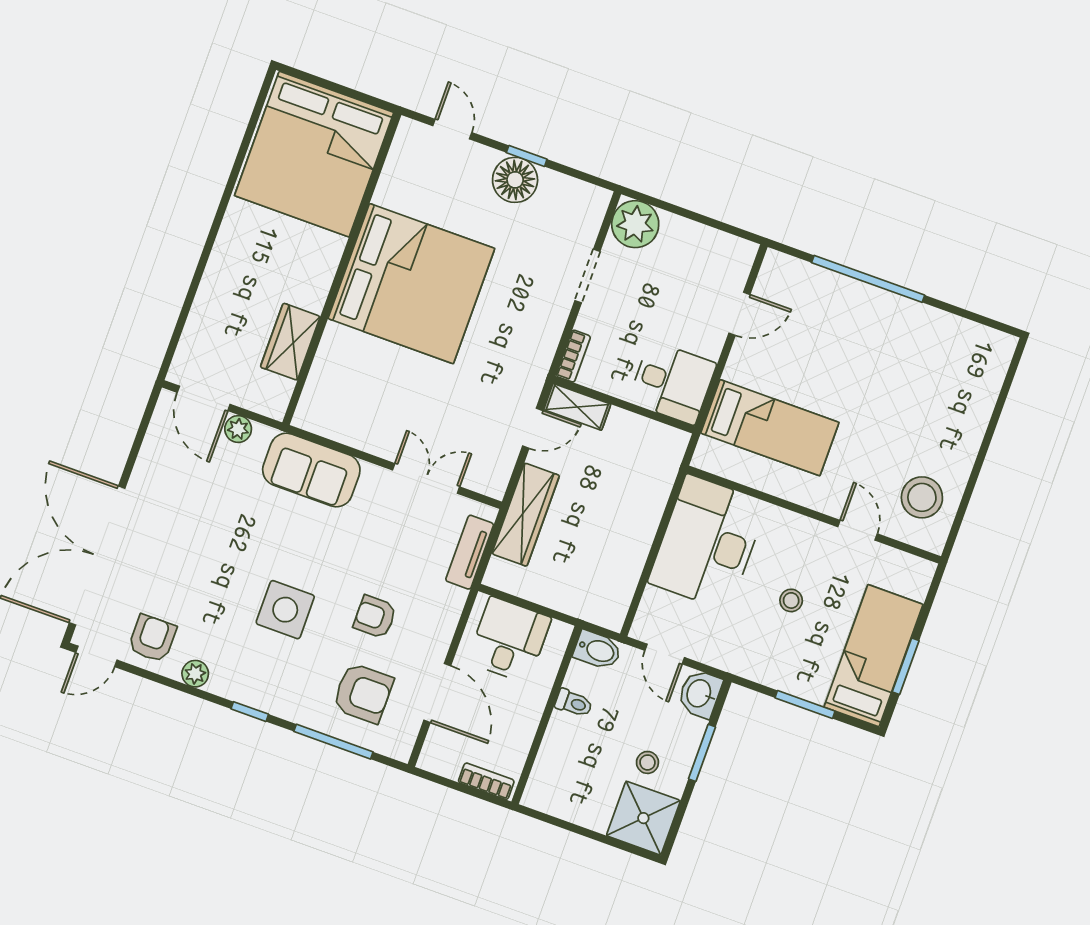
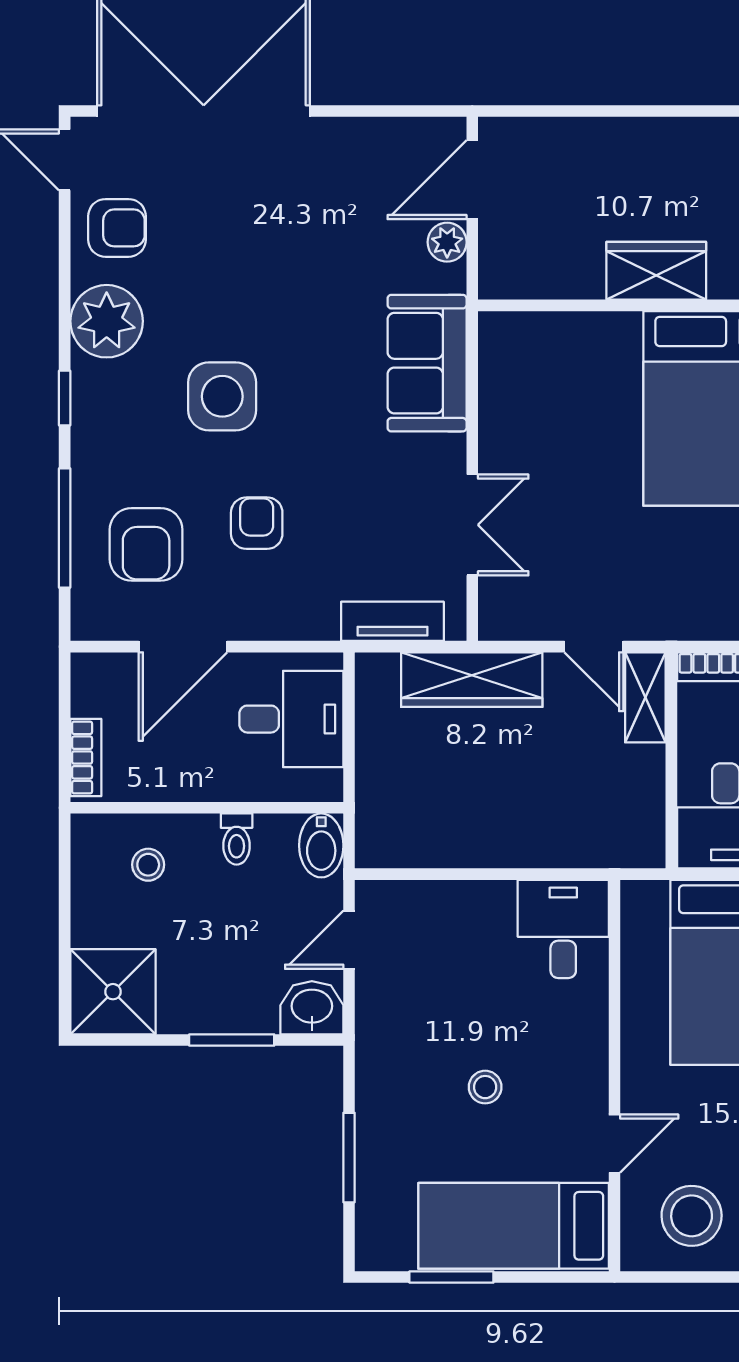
wardrobe: (290, 342) -> (656, 271), moved
desk: (708, 543) -> (563, 929), width x0.53, depth x0.77
bed: (873, 656) -> (514, 1226), moved, turned 180
plant: (195, 674) -> (107, 321), width x1.88, depth x1.88
stool: (647, 762) -> (148, 865), moved

